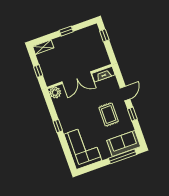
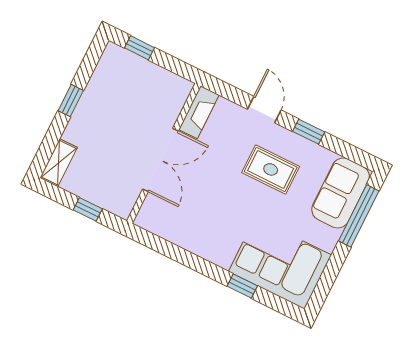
plant: (55, 93) -> (149, 218), removed
window: (58, 126) -> (242, 286), moved

